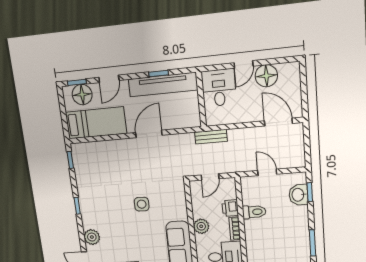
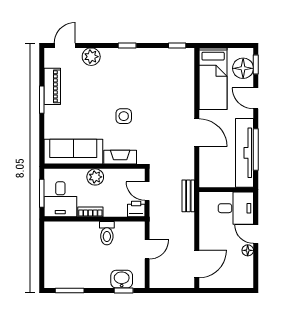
window: (158, 74) -> (256, 150), width x2.17
floor lamp: (266, 76) -> (248, 250), width x0.53, depth x0.53
fireplace: (180, 205) -> (120, 157), added
printer: (230, 208) -> (136, 209), moved

